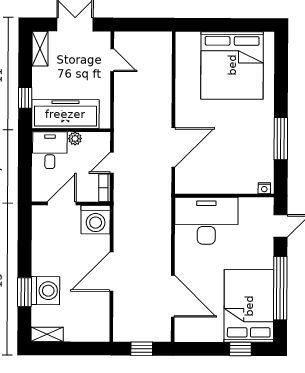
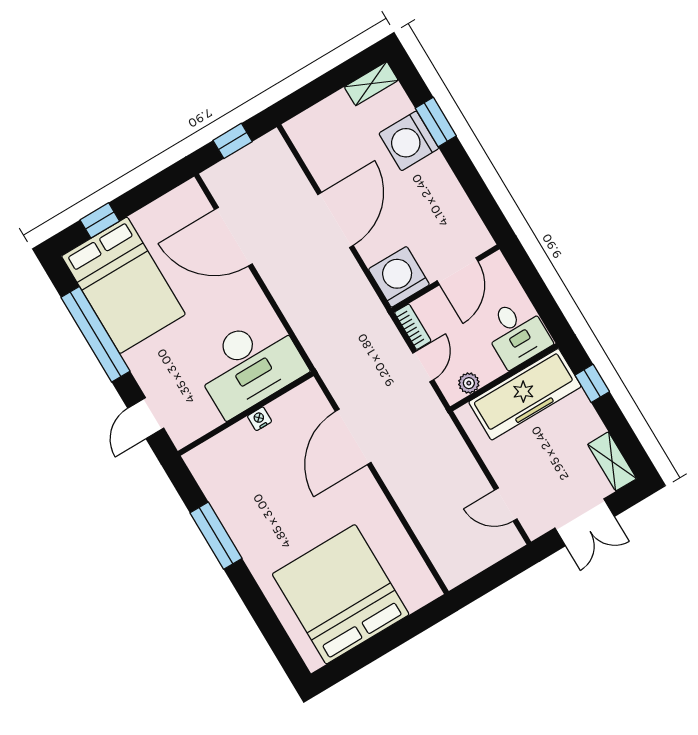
plant: (75, 139) -> (469, 383), moved
nightstand: (264, 188) -> (260, 419), moved

